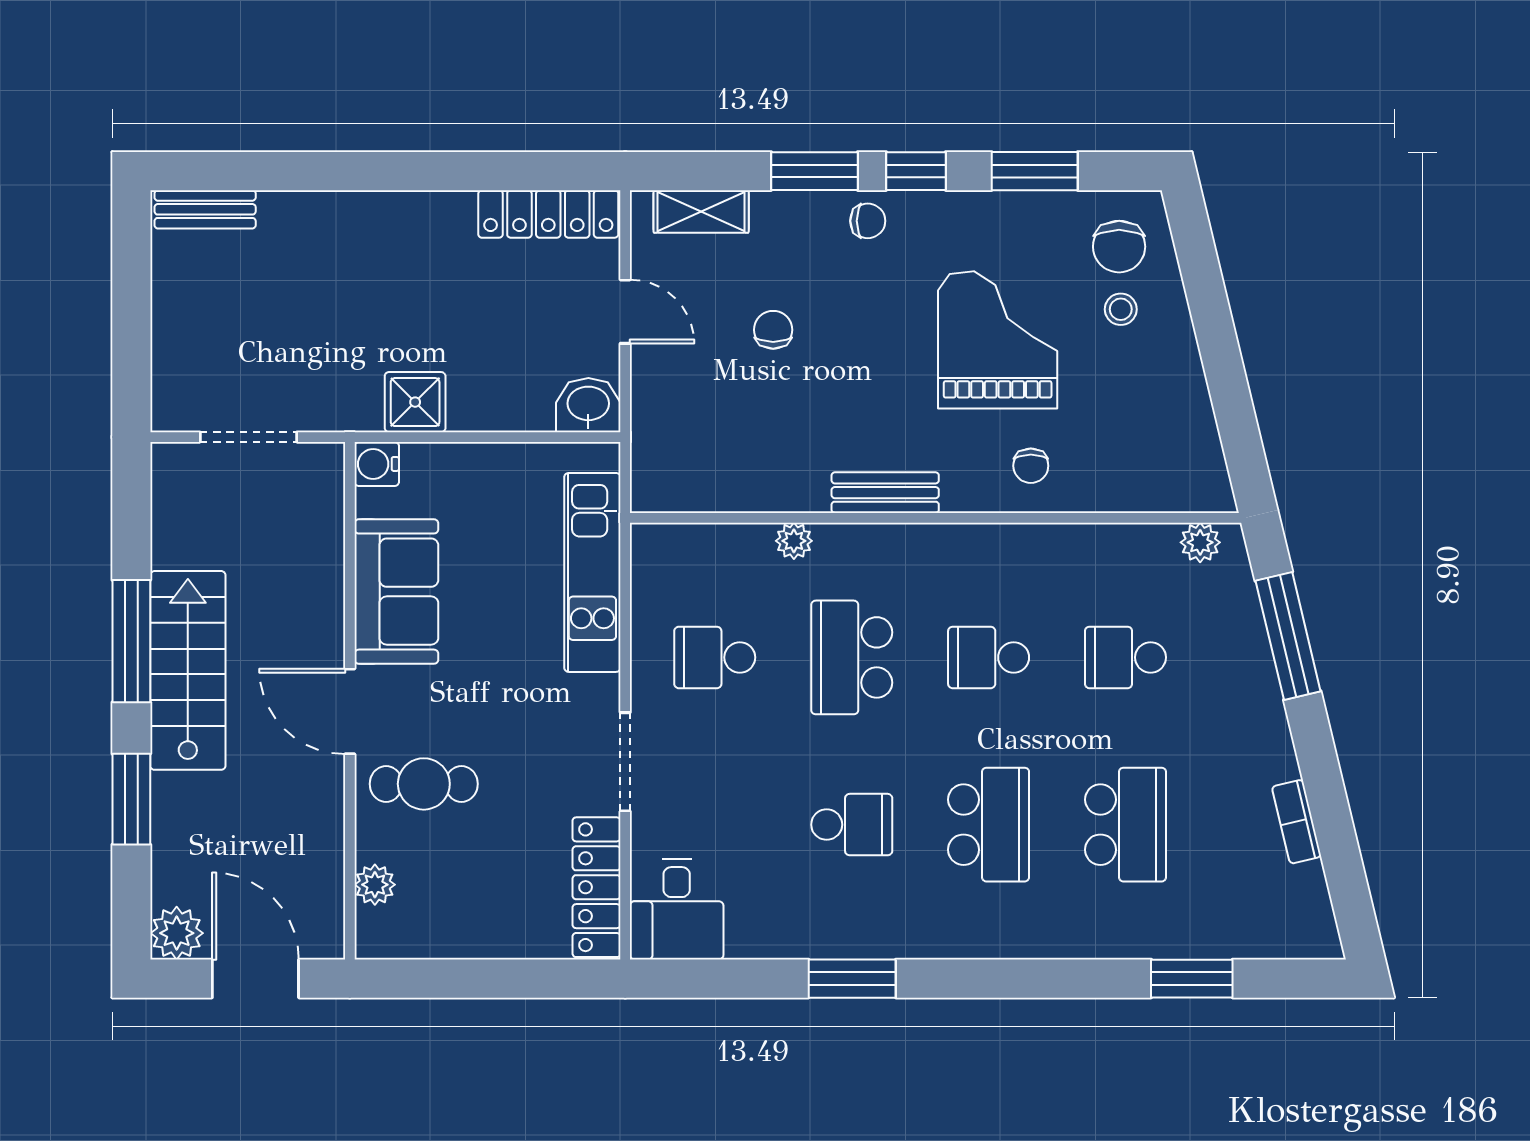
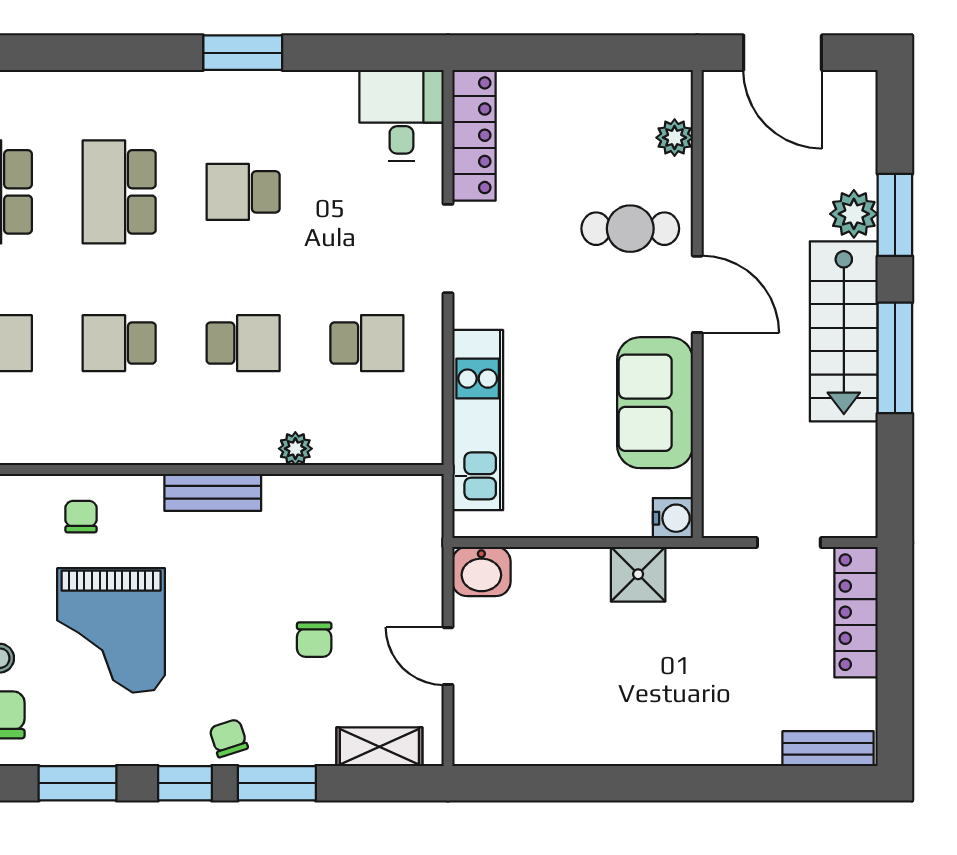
locker: (548, 214) -> (856, 612), moved, turned -90
chair: (868, 221) -> (229, 738), turned 72
doorway: (248, 437) -> (789, 543), width x0.73
school desk: (852, 657) -> (243, 343), width x0.54
school desk: (989, 657) -> (119, 343), turned 180
plant: (177, 933) -> (854, 214), moved

